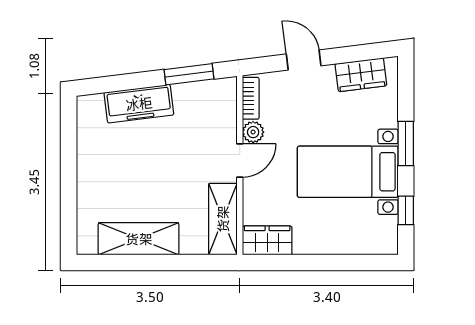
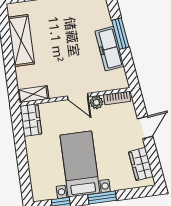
window: (189, 74) -> (120, 34), moved
freezer: (139, 104) -> (109, 49), moved
shelving: (223, 219) -> (33, 94), width x0.67, depth x0.75

